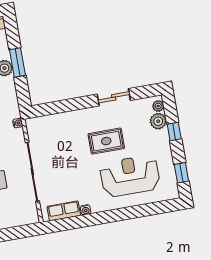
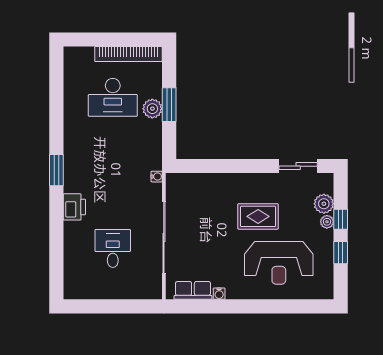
sliding door: (114, 97) -> (298, 166), moved
plant: (158, 106) -> (327, 222), moved
window: (181, 173) -> (341, 253), moved
reception desk: (130, 176) -> (279, 263), turned 180

